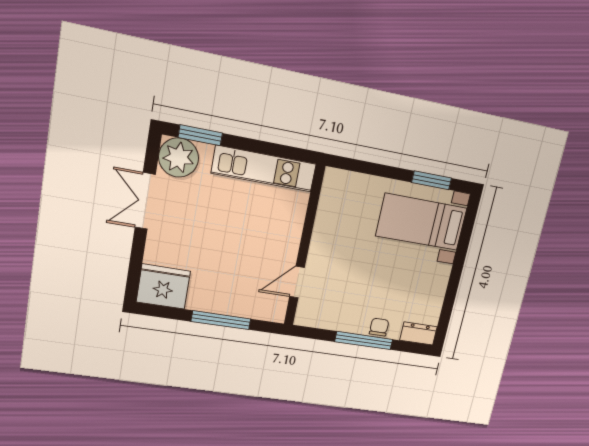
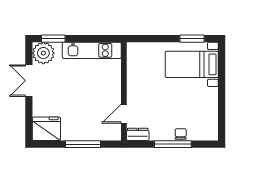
dresser: (418, 333) -> (138, 134), moved

